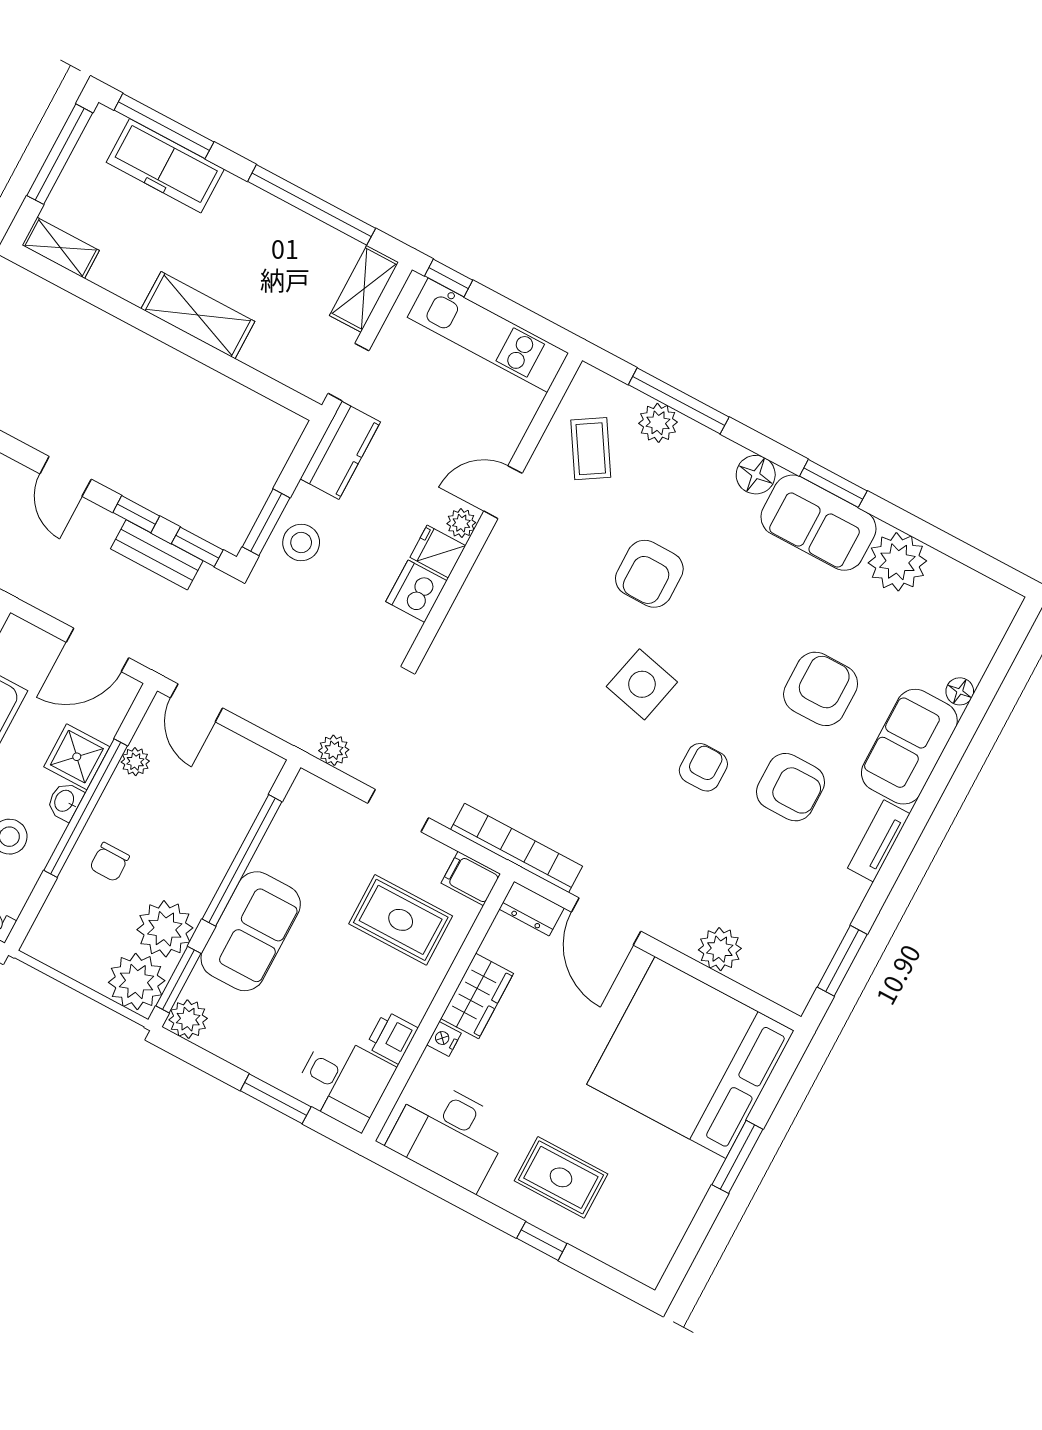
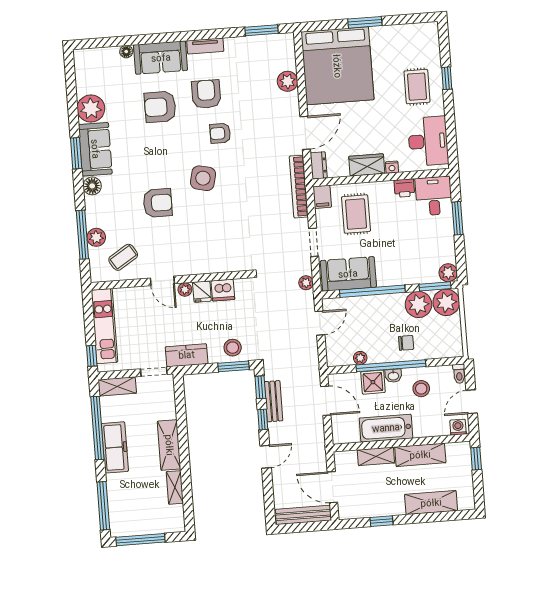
freezer: (165, 166) -> (115, 447), moved
shelving: (61, 248) -> (175, 487), moved
door: (197, 703) -> (320, 323), moved
sofa: (251, 931) -> (348, 274), moved

